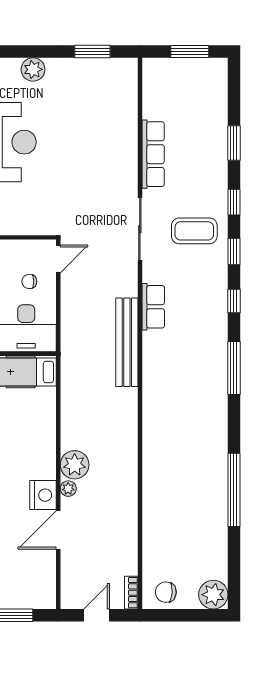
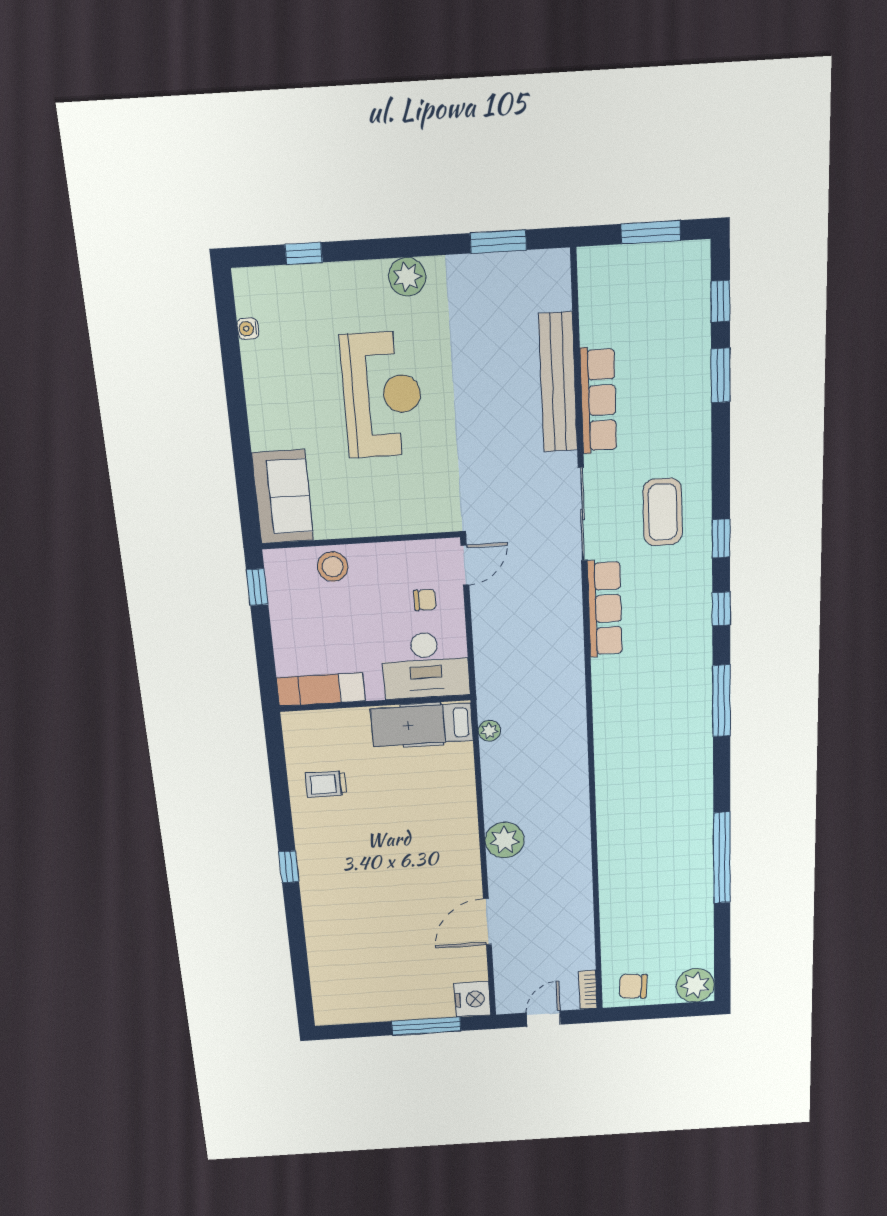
window: (234, 202) -> (720, 301), moved
coffee table: (194, 231) -> (663, 512), turned 90
chair: (29, 281) -> (425, 600), turned 180
row of seats: (153, 307) -> (605, 609), width x1.48
bench: (127, 342) -> (558, 383), moved
plant: (68, 489) -> (489, 731), moved
nightstand: (43, 495) -> (472, 999), moved

